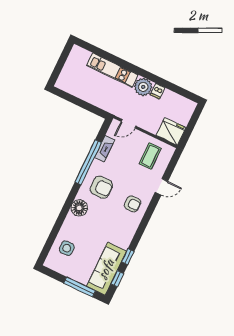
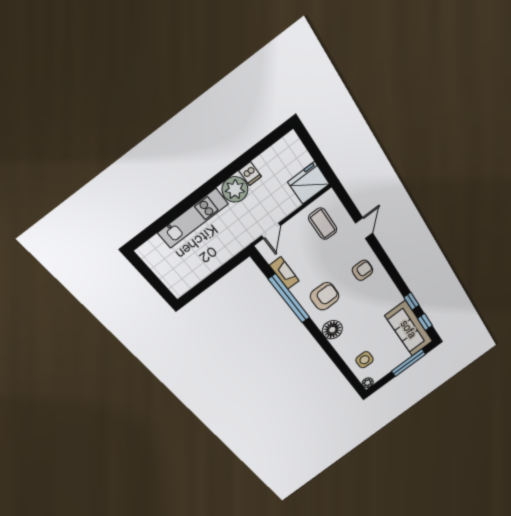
plant: (49, 263) -> (368, 383), added

